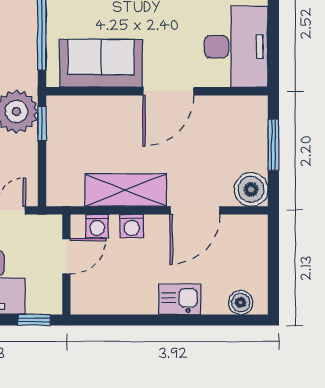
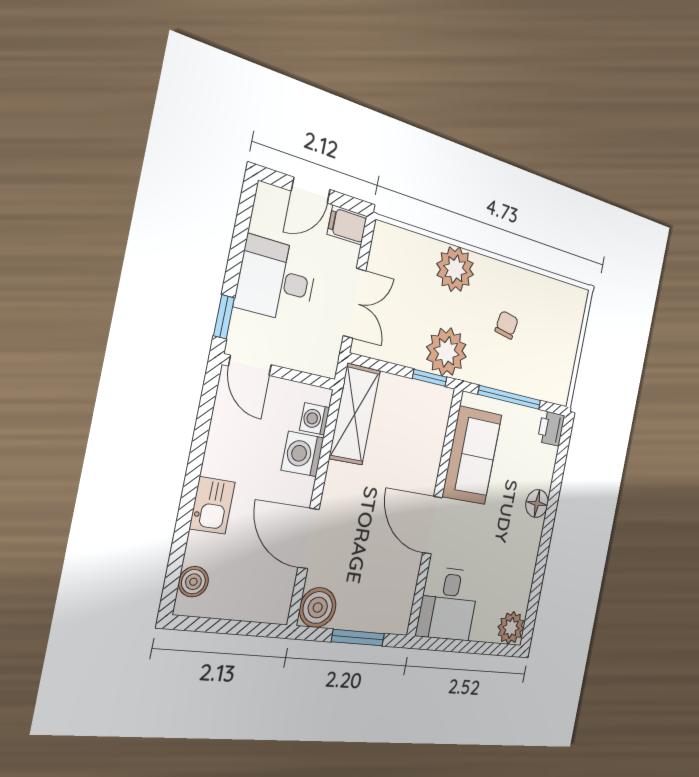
desk: (236, 47) -> (448, 604), width x0.73
shelving: (126, 190) -> (355, 414), moved
washing machine: (132, 226) -> (303, 454), width x1.38, depth x1.38
door: (66, 256) -> (250, 365), moved

